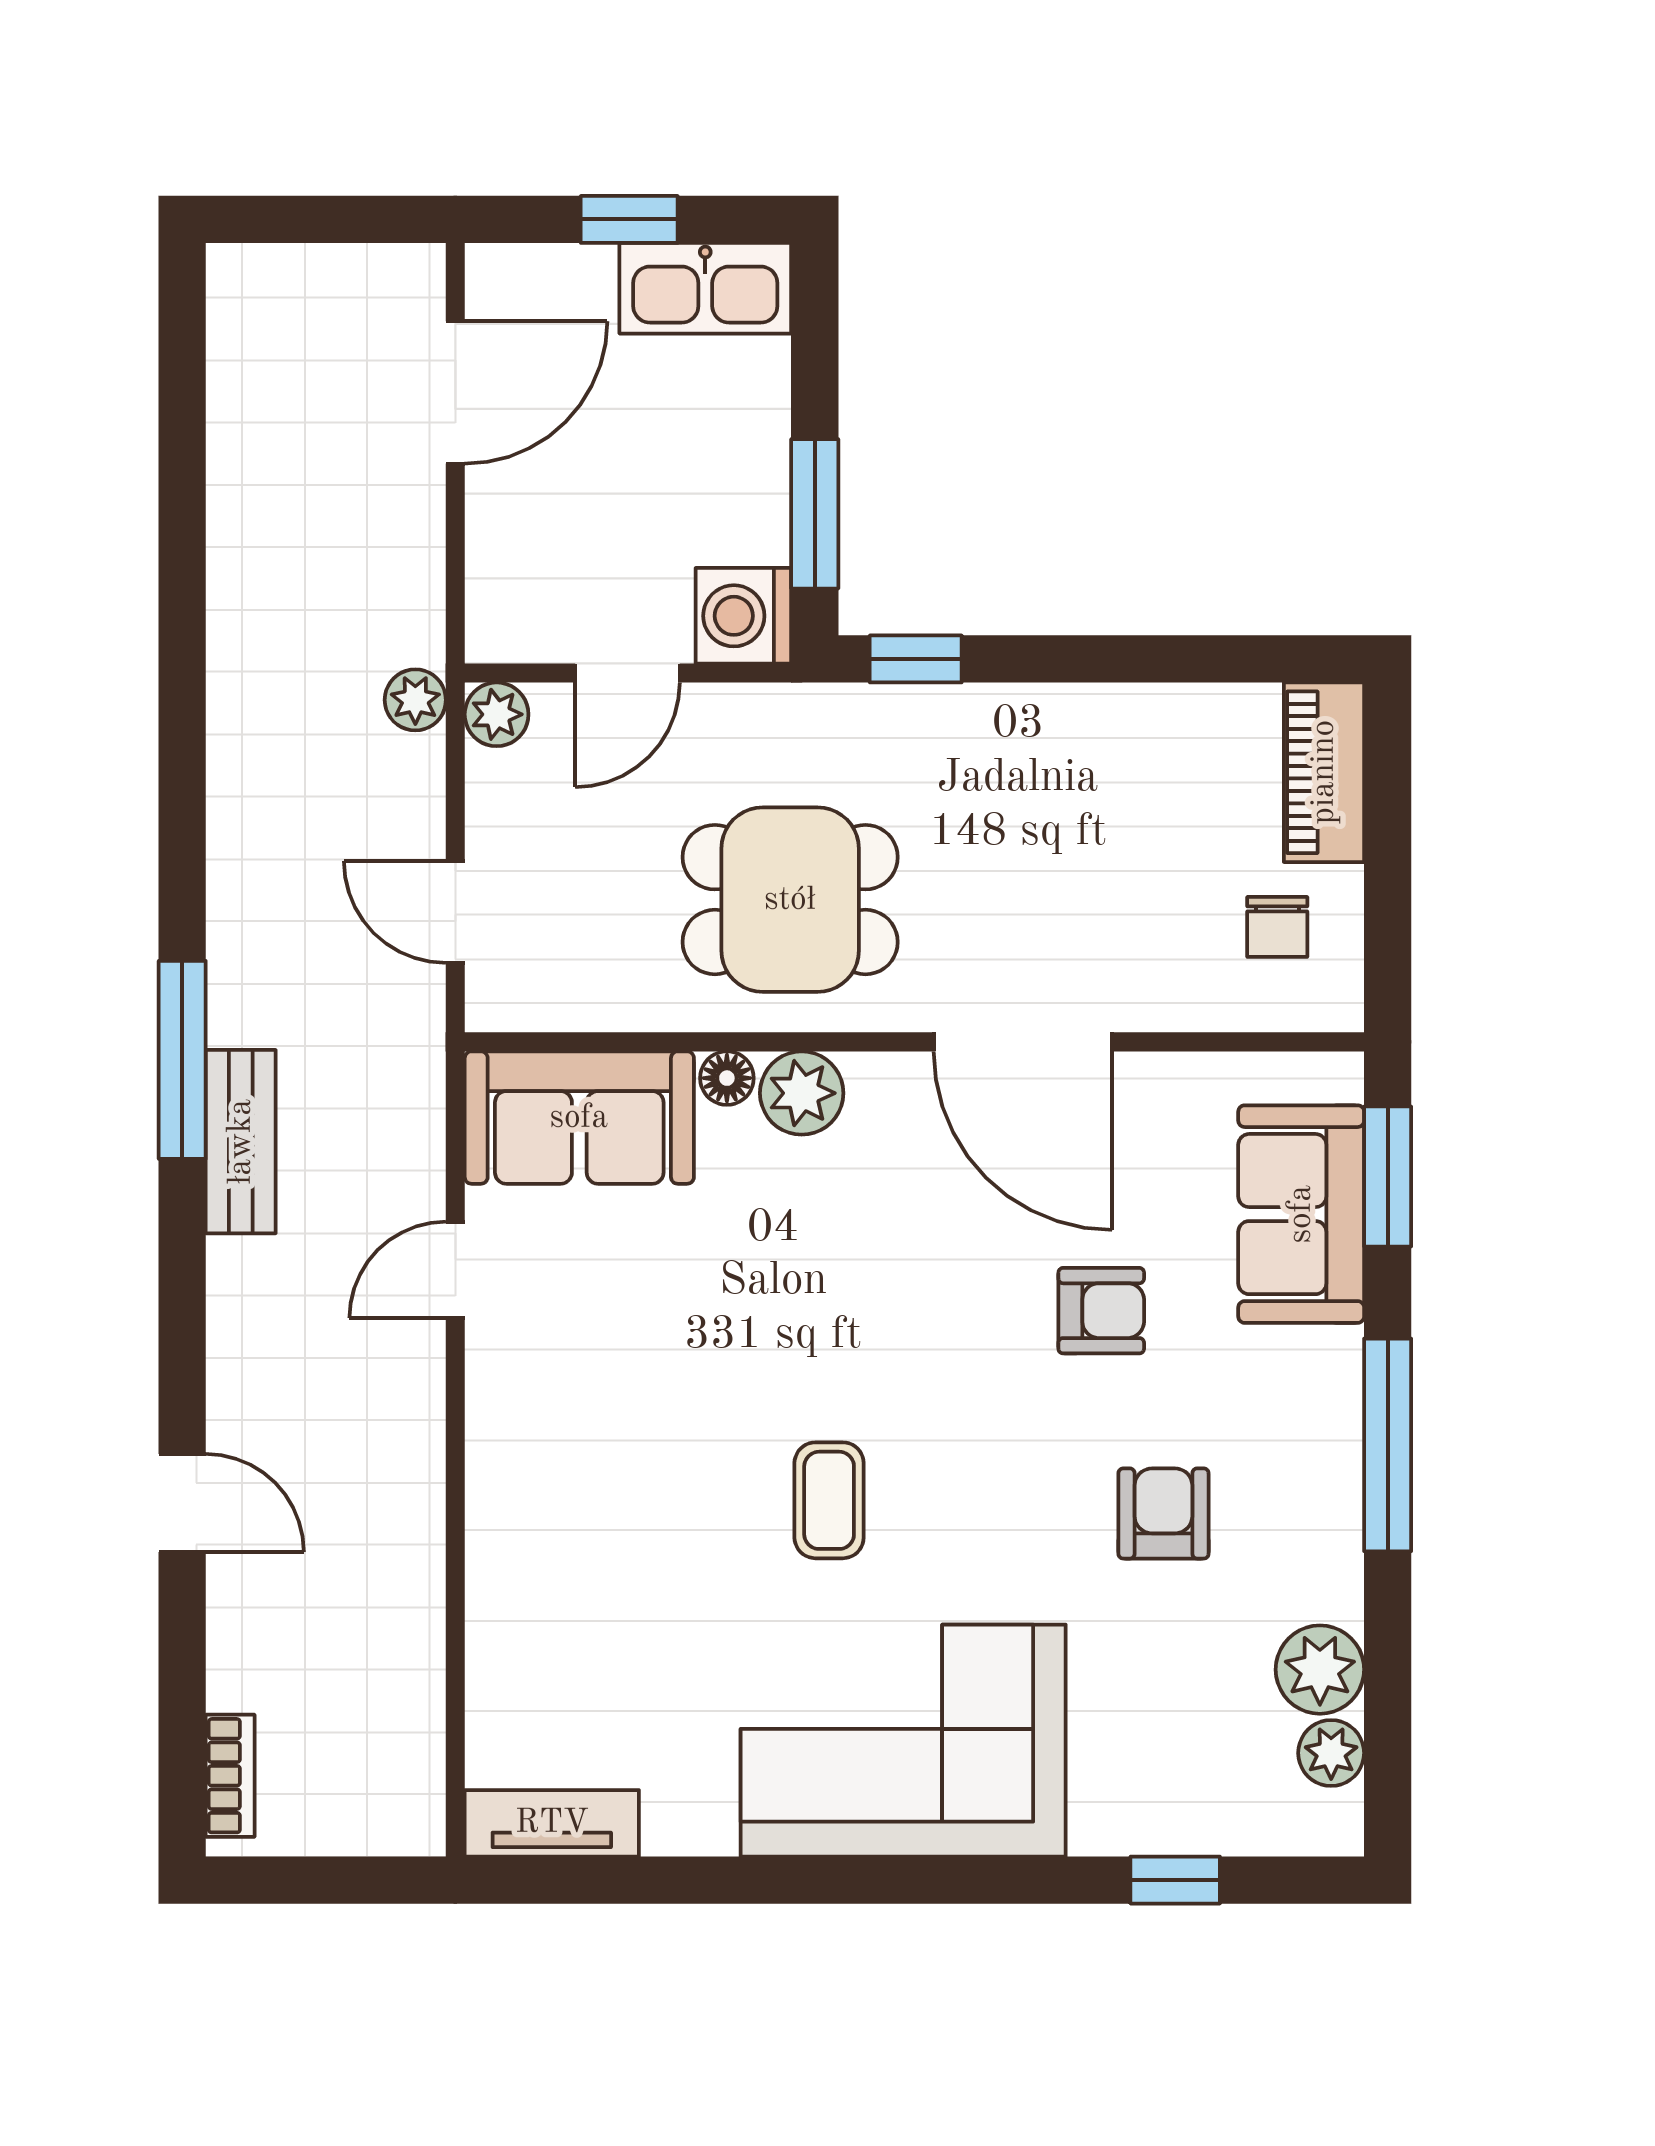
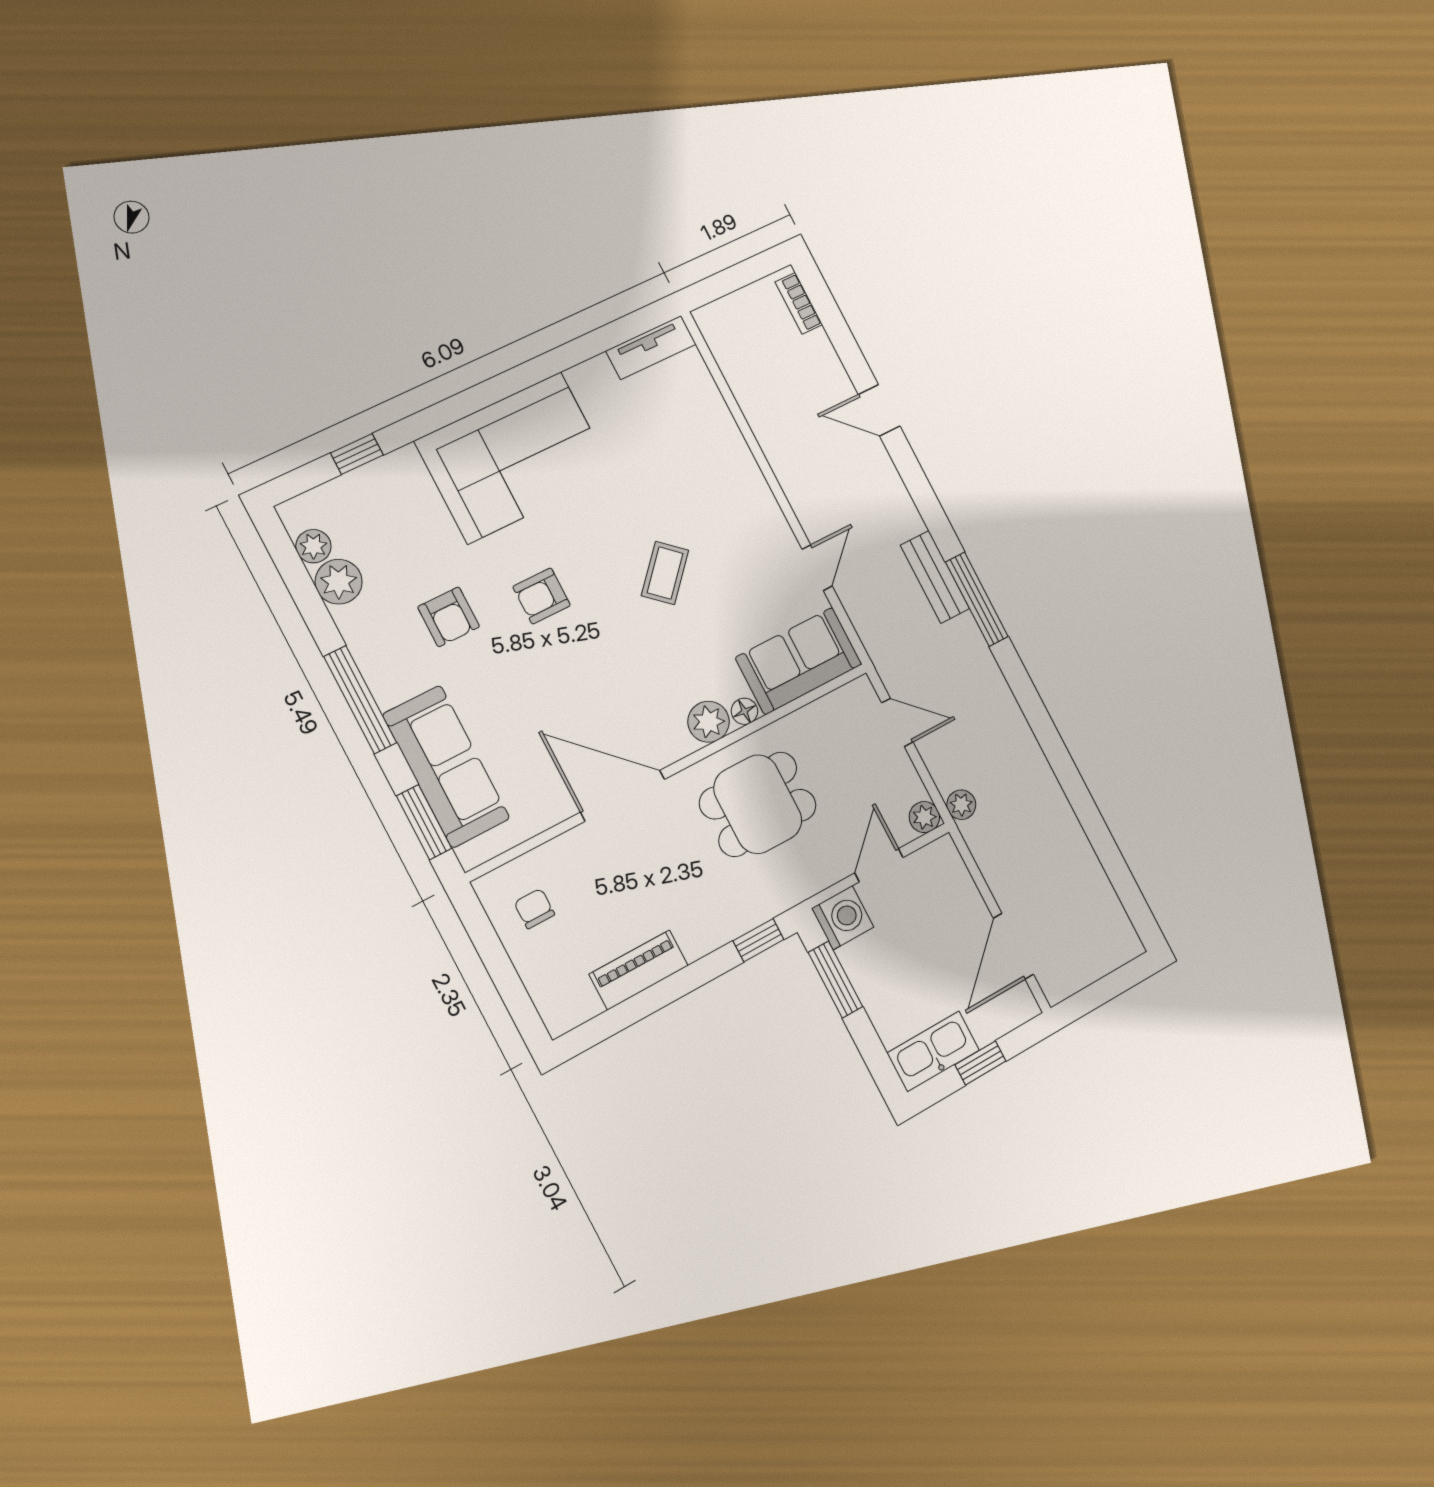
piano: (1324, 772) -> (639, 970), moved, turned -90
sofa: (1301, 1214) -> (446, 767), width x1.36
armchair: (1101, 1311) -> (542, 596), moved
coffee table: (829, 1500) -> (665, 573), moved, turned 42

